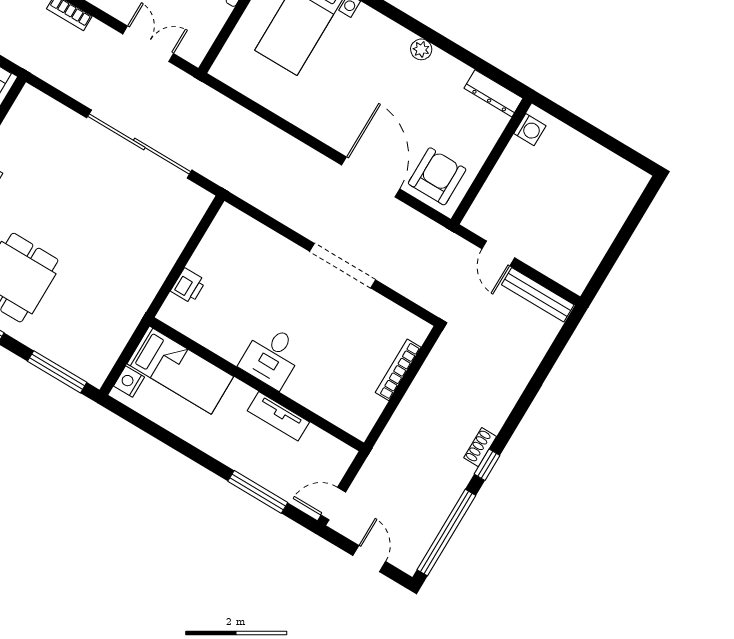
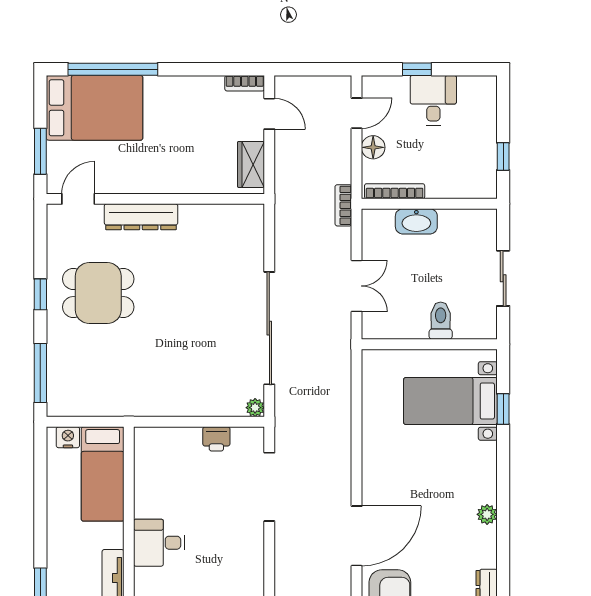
plant: (202, 199) -> (255, 408), added
doorway: (343, 266) -> (269, 487), moved
printer: (188, 286) -> (216, 439), moved

